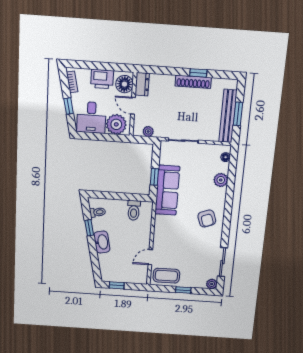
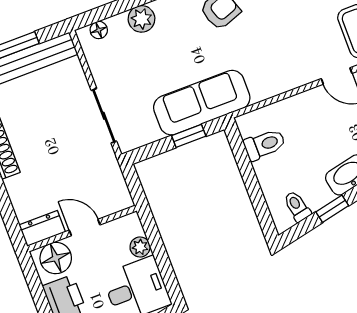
door: (133, 106) -> (85, 228), swing flipped
plant: (116, 124) -> (140, 247), width x0.53, depth x0.53
plant: (148, 132) -> (116, 182), removed

